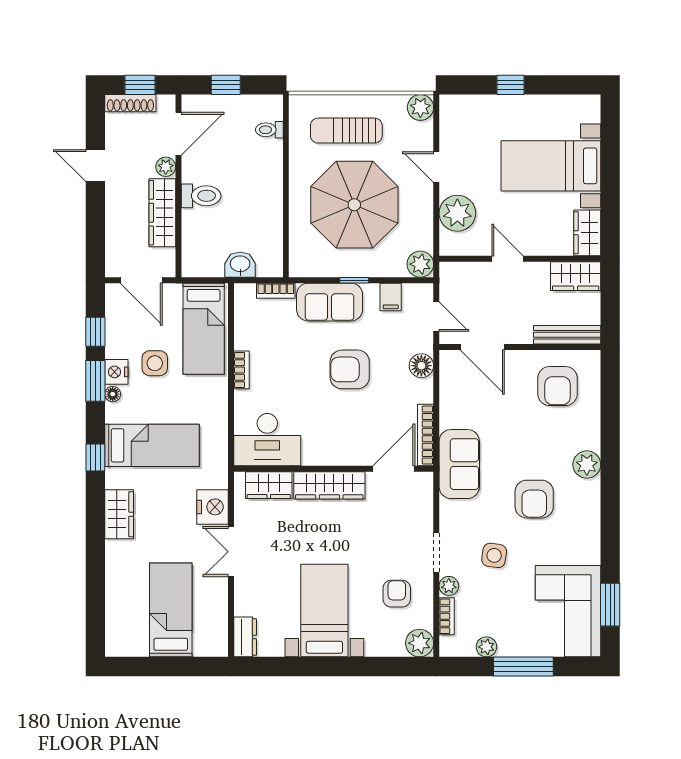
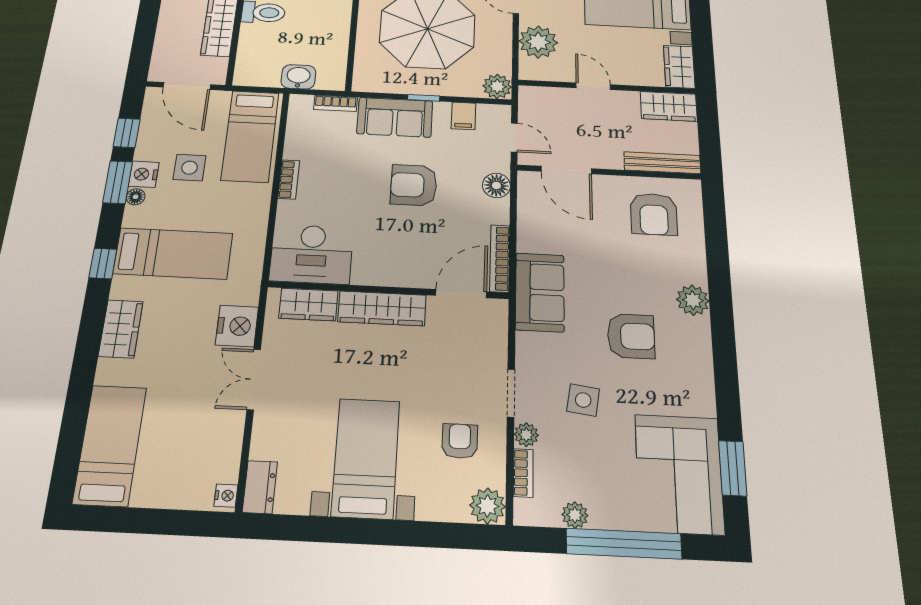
armchair: (534, 499) -> (631, 336), turned -90
bed: (171, 610) -> (110, 445), moved
nightstand: (220, 645) -> (226, 496), added
window: (523, 667) -> (624, 544), width x1.46

